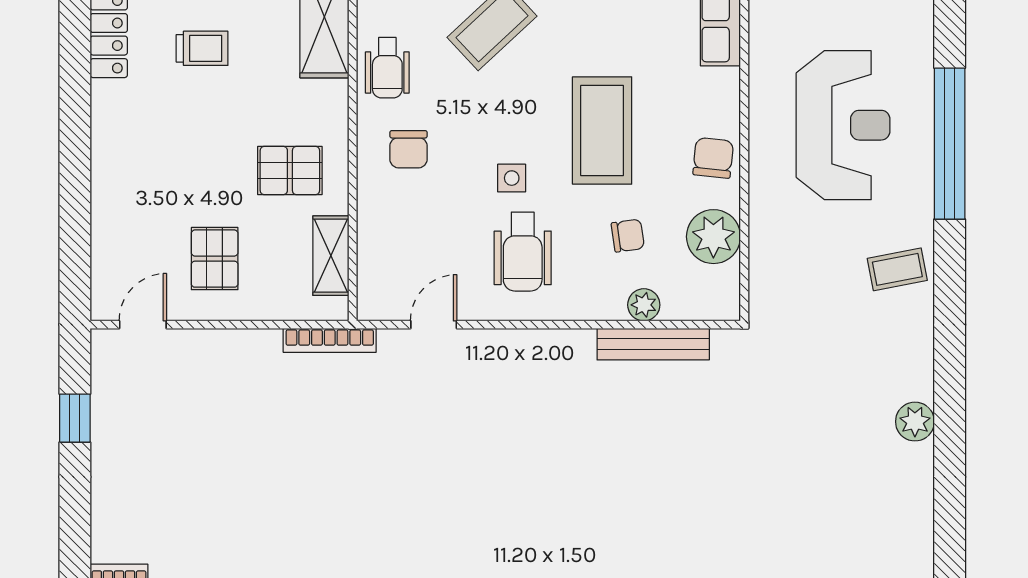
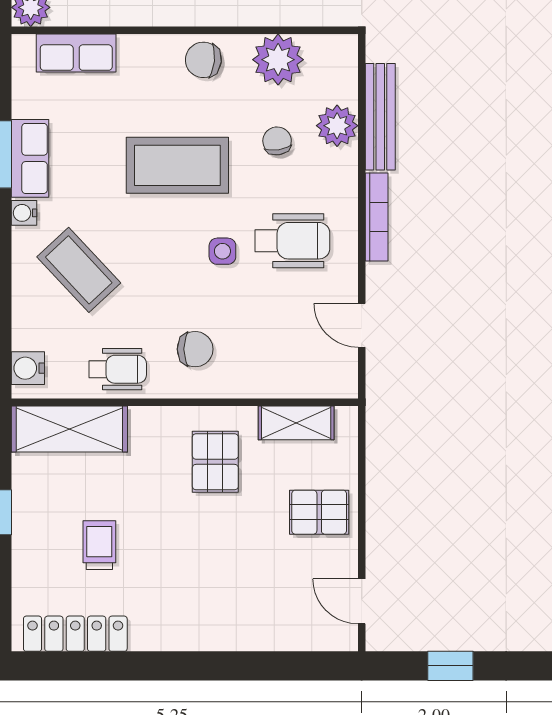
pallet: (215, 259) -> (319, 512), moved
plant: (644, 305) -> (337, 126), width x1.38, depth x1.38
bookcase: (330, 340) -> (377, 217), moved

